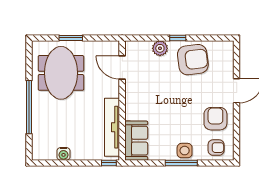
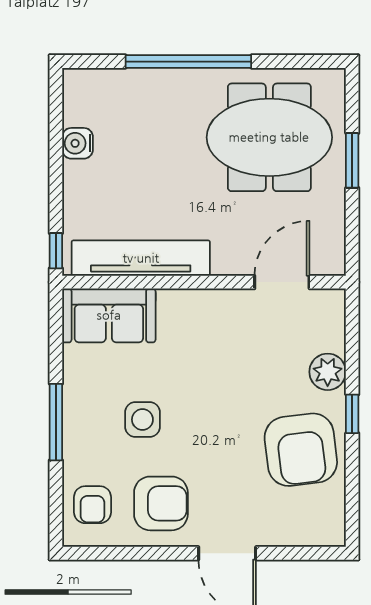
side table: (185, 151) -> (142, 420), moved

